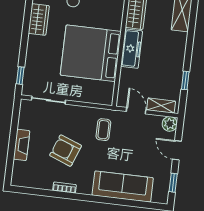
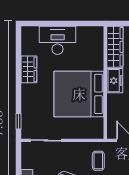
freezer: (132, 49) -> (115, 81), width x0.71

